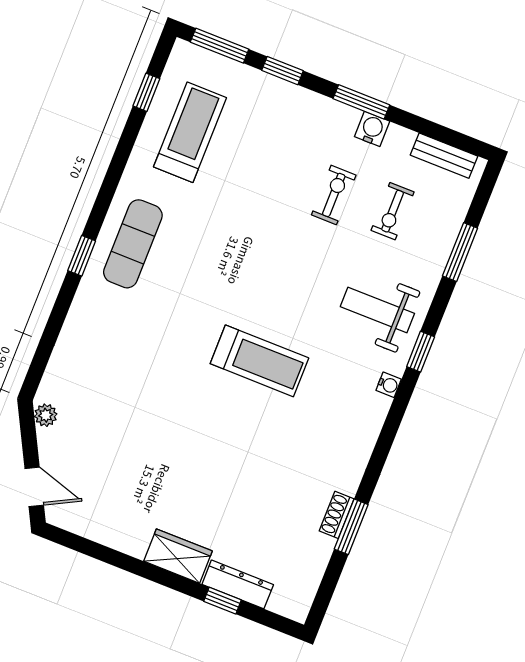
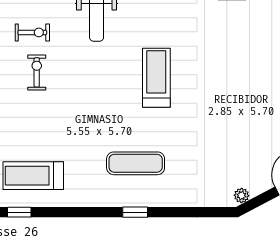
exercise bike: (334, 195) -> (37, 72), turned 90
exercise mat: (133, 244) -> (136, 163), moved

